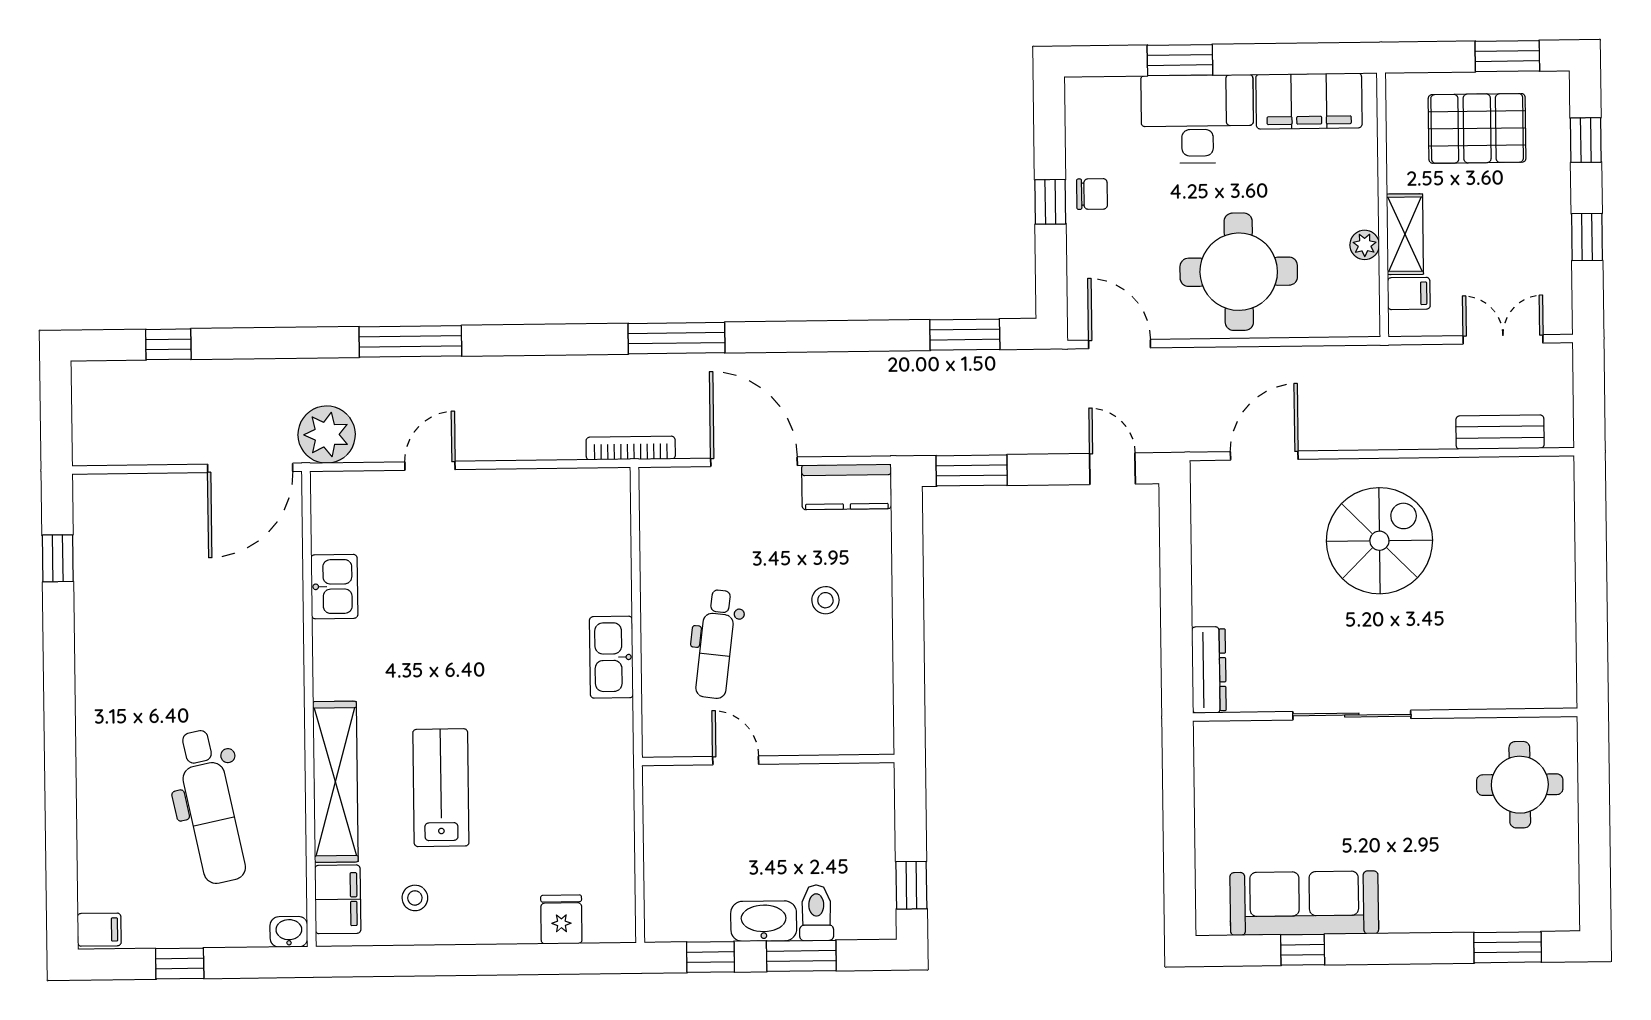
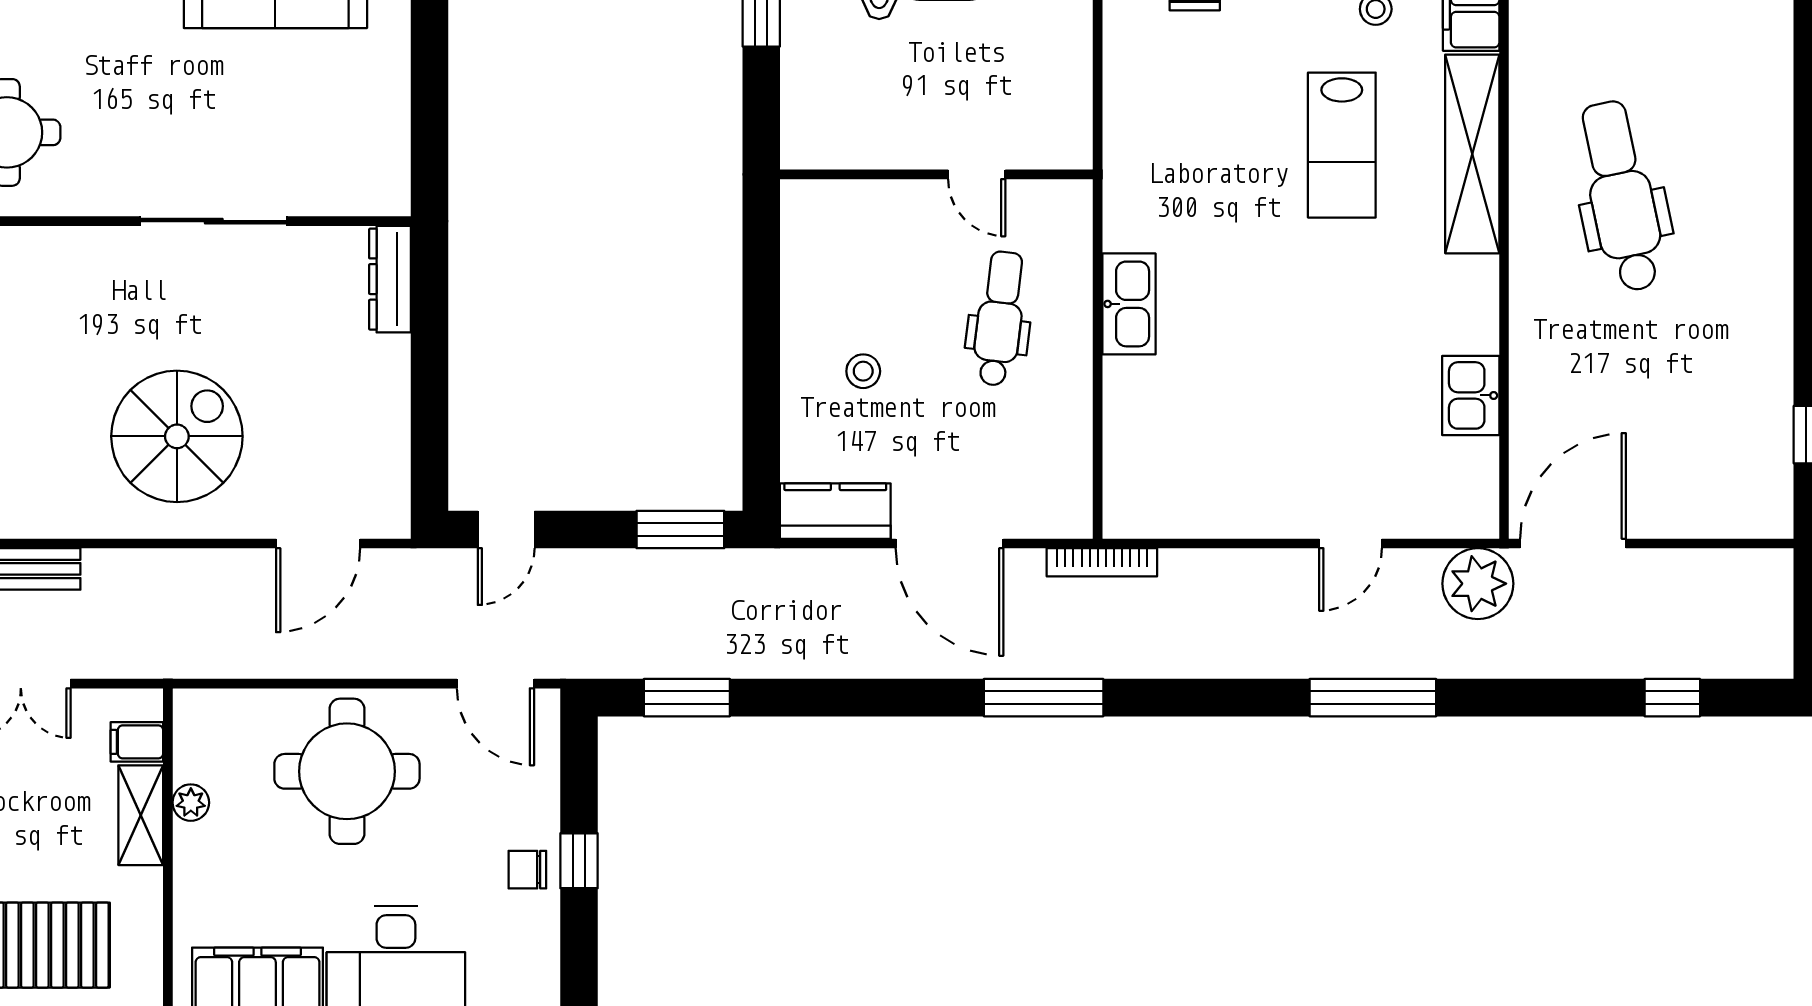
door: (1112, 469) -> (506, 529), hinge flipped
spiral stairs: (1379, 541) -> (177, 436), turned 180
dental chair: (211, 807) -> (1621, 196), moved

